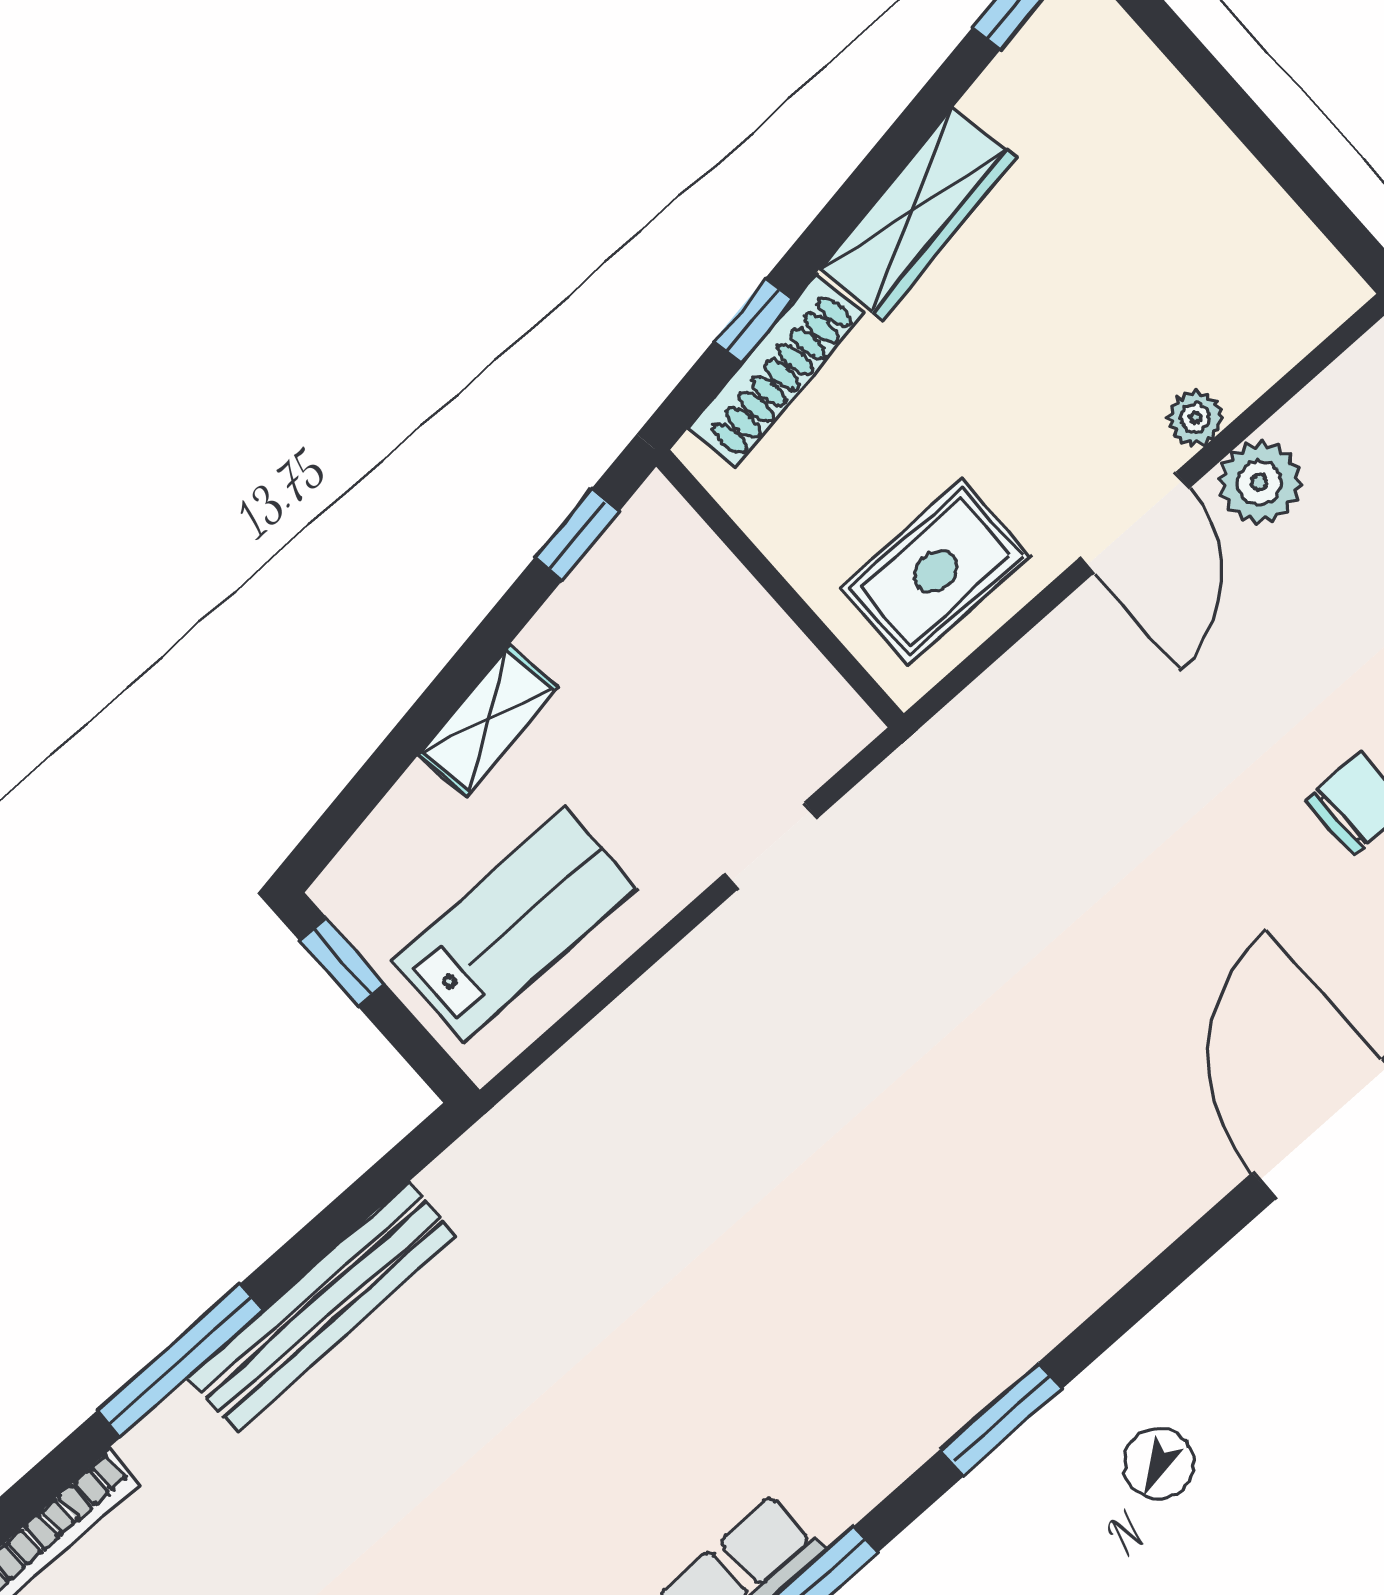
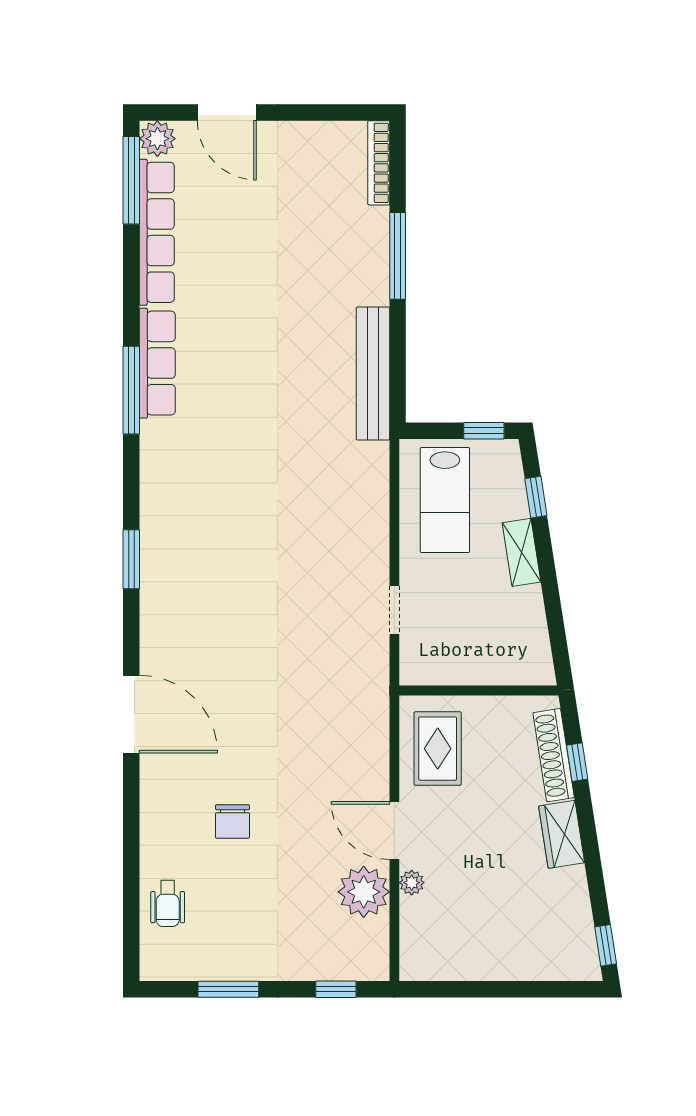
wardrobe: (918, 214) -> (562, 834), width x0.67
plant: (1259, 482) -> (364, 892), width x1.36, depth x1.36
window: (577, 535) -> (536, 497), moved
bench: (323, 1307) -> (373, 374), moved
window: (1001, 1419) -> (131, 559), moved

